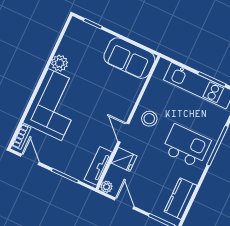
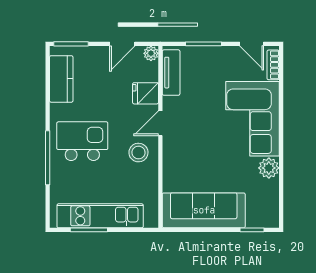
sofa: (129, 58) -> (204, 210), width x1.36
door: (123, 133) -> (160, 123), swing flipped
kitchen island: (186, 146) -> (82, 141), turned 180
door: (124, 203) -> (122, 44), hinge flipped

